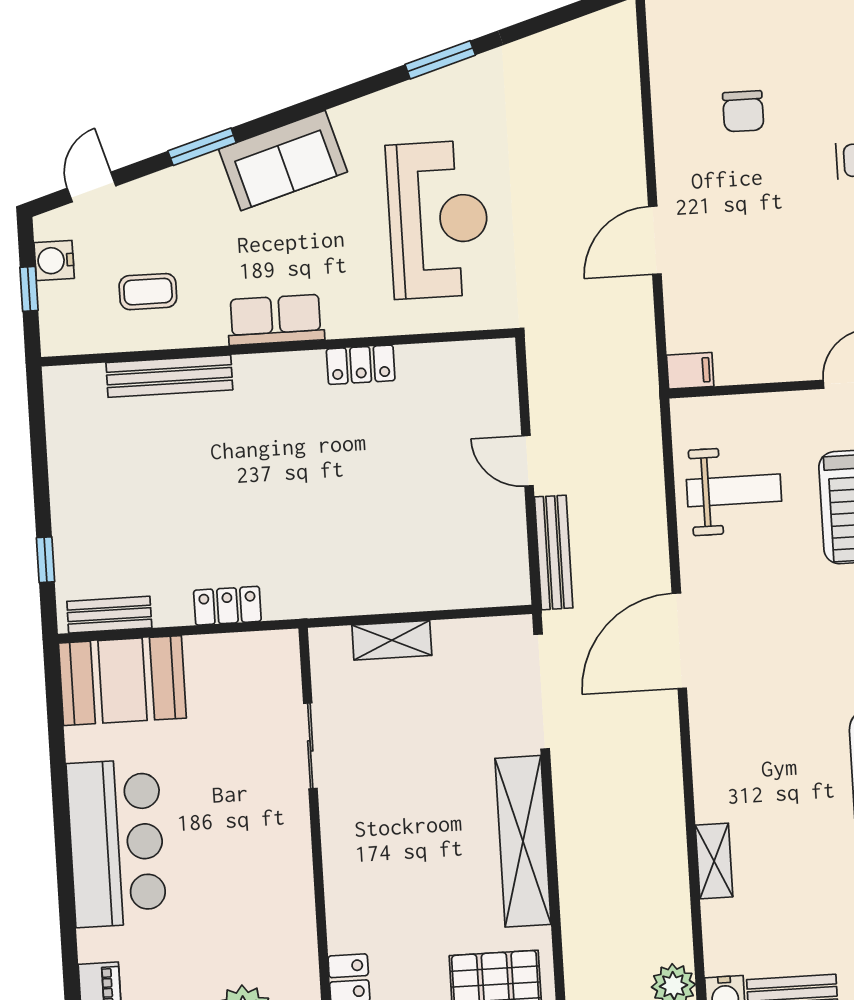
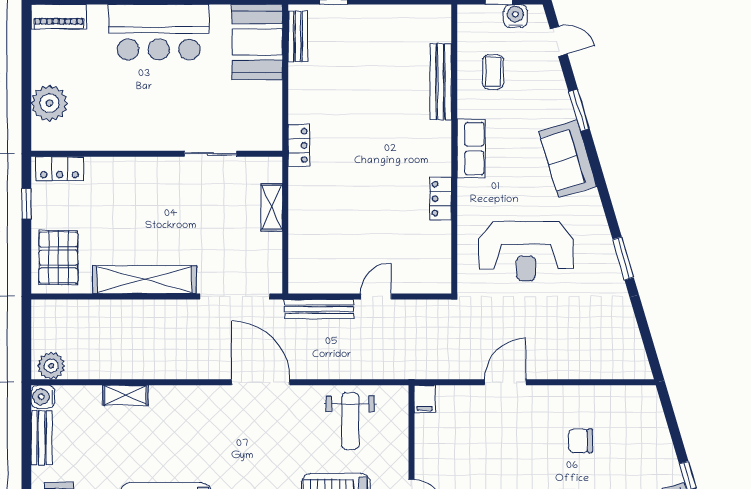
door: (655, 240) -> (505, 382), hinge flipped
locker: (227, 606) -> (299, 145), moved

